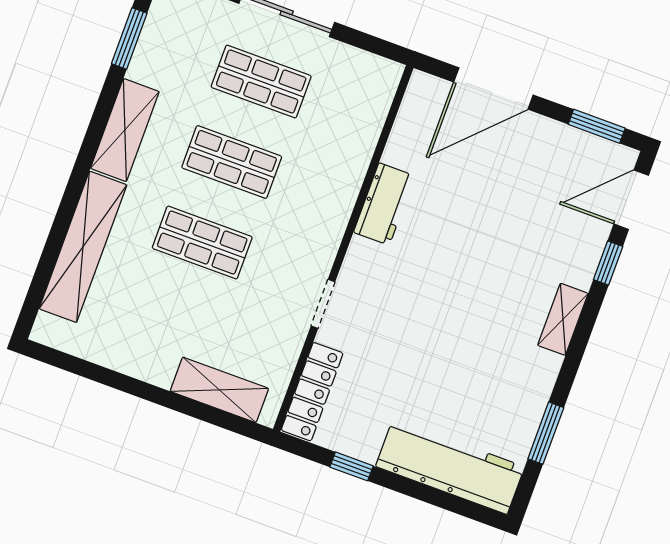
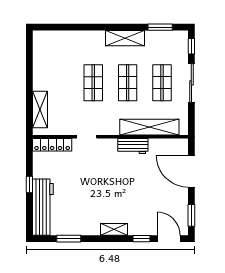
shelving: (83, 247) -> (149, 127), moved
window: (351, 466) -> (29, 185), moved

